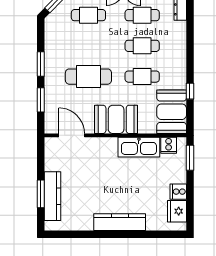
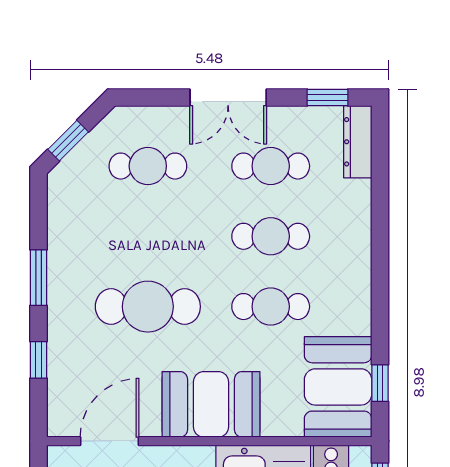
window: (190, 91) -> (380, 383), moved
window: (41, 100) -> (39, 360), width x0.67
door: (72, 135) -> (110, 441), hinge flipped

